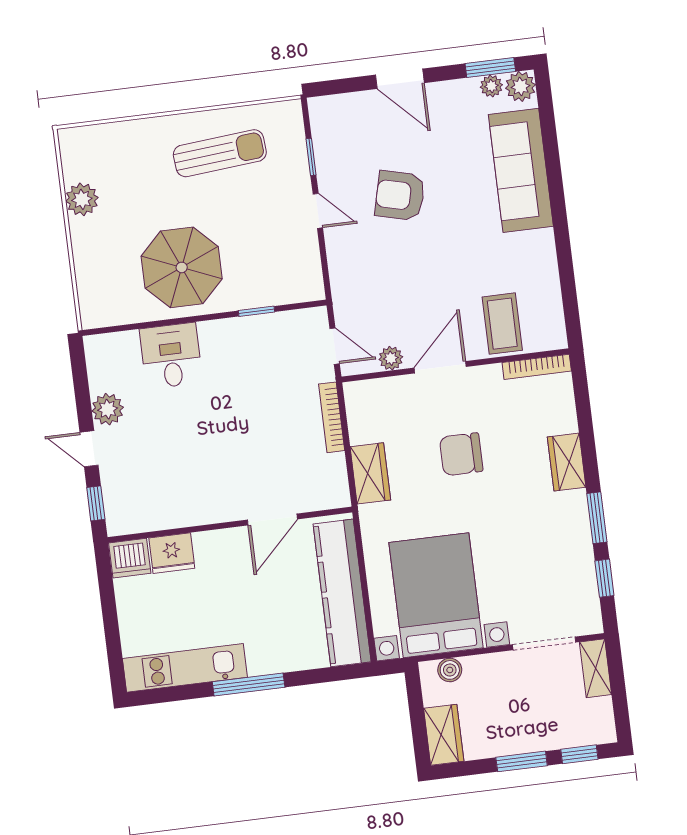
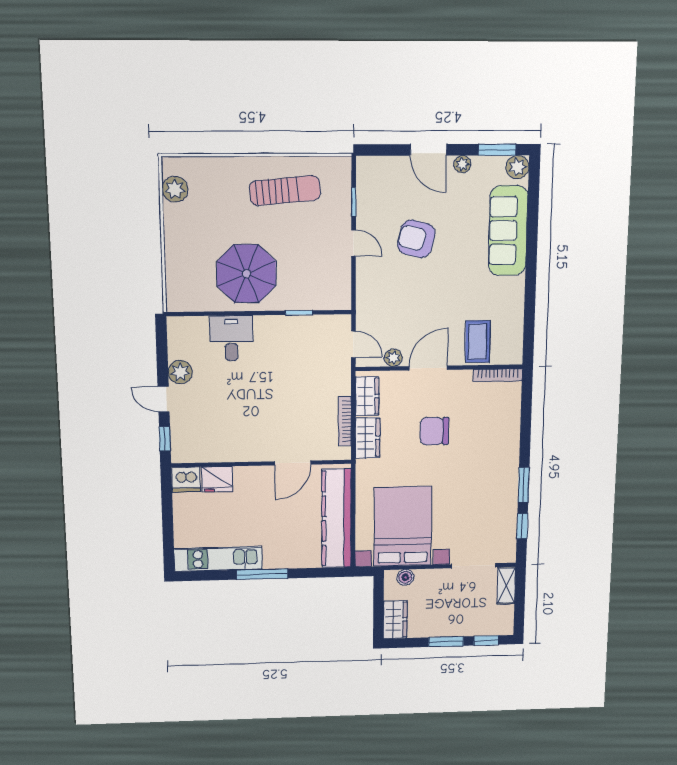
plant: (491, 86) -> (462, 164), moved
plant: (82, 199) -> (175, 189), moved
bookcase: (332, 417) -> (345, 421), moved
wardrobe: (567, 462) -> (367, 396), moved, turned 180

